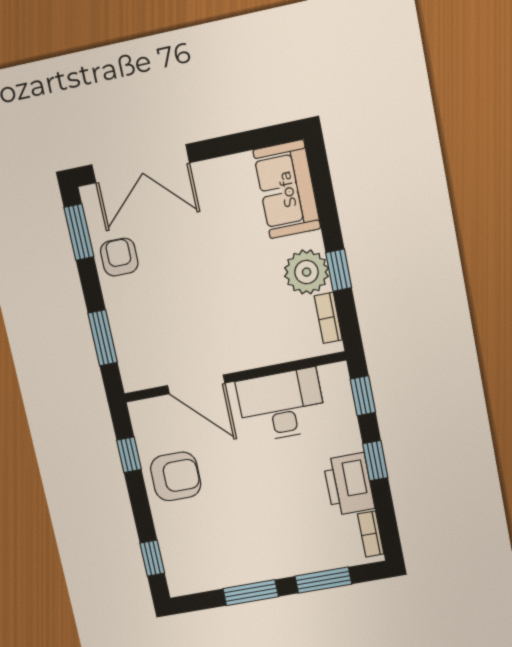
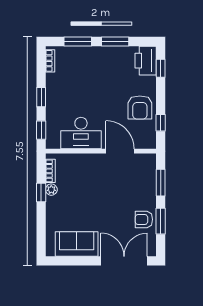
sofa: (287, 189) -> (77, 244), moved, turned -90
window: (79, 232) -> (161, 221), moved
armchair: (119, 257) -> (144, 219), turned 90
plant: (307, 272) -> (51, 190), width x0.53, depth x0.53
armchair: (176, 476) -> (140, 108), turned -90
printer: (349, 484) -> (146, 61), moved, turned 180

